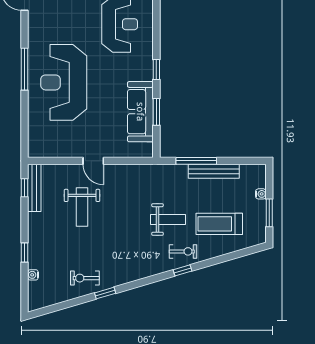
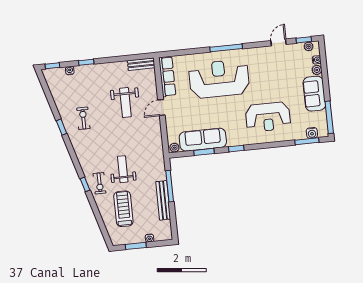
row of seats: (54, 149) -> (167, 77), added
plant: (147, 149) -> (174, 148), added
window: (25, 188) -> (52, 66), moved
bench: (34, 188) -> (141, 64), width x0.73
weight bench: (82, 207) -> (125, 103), turned -90
weight bench: (168, 219) -> (123, 169), turned 180
exercise bike: (85, 278) -> (83, 118), moved

